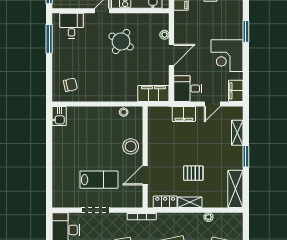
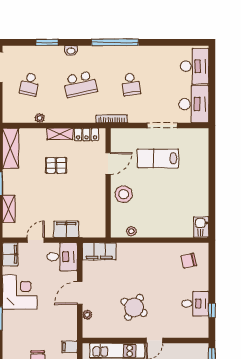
desk: (71, 26) -> (195, 304), moved, turned -90
window: (49, 39) -> (212, 310), width x0.46

